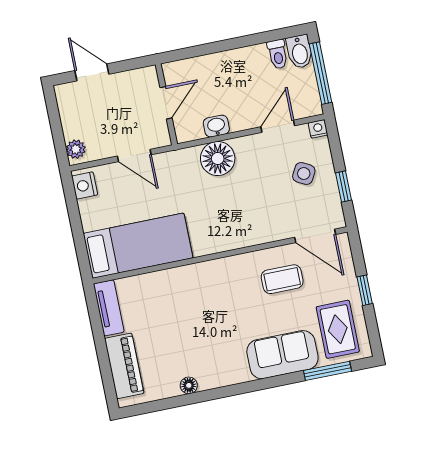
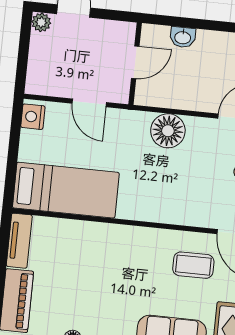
washbasin: (216, 126) -> (183, 37), moved, turned 180
plant: (76, 149) -> (41, 22), moved

